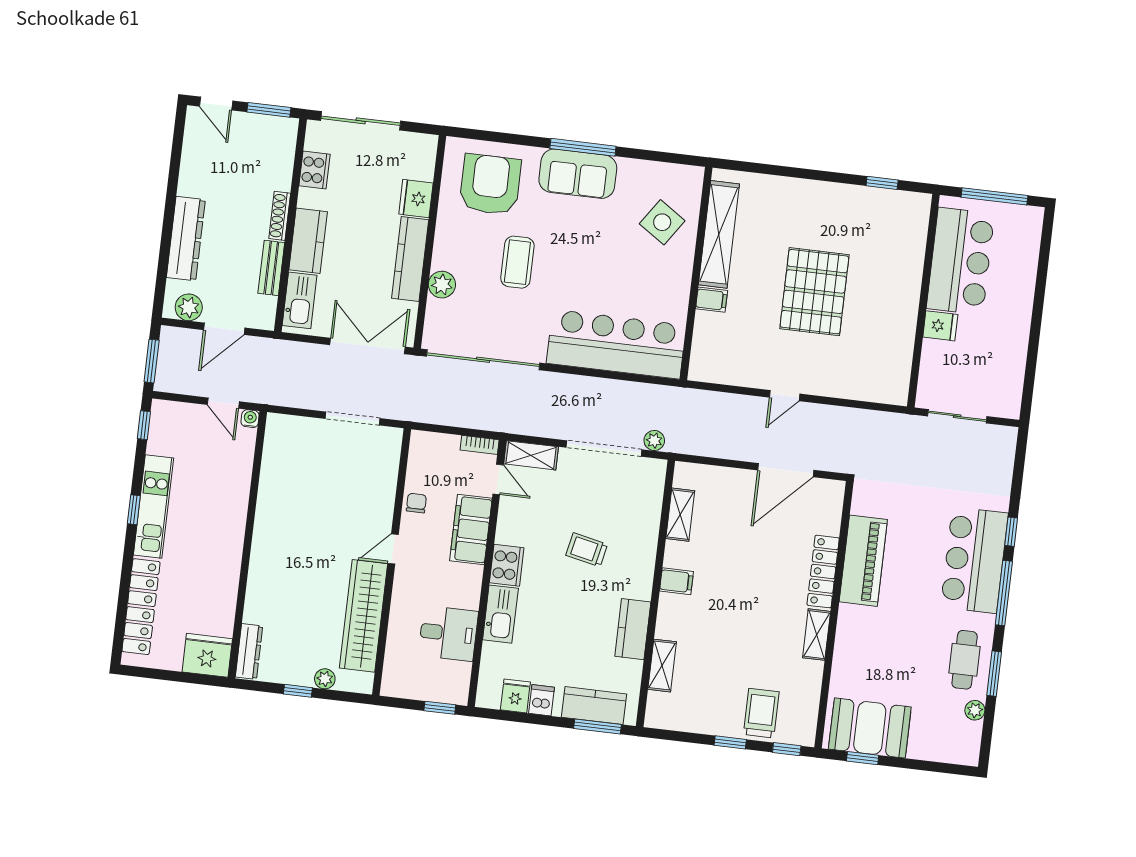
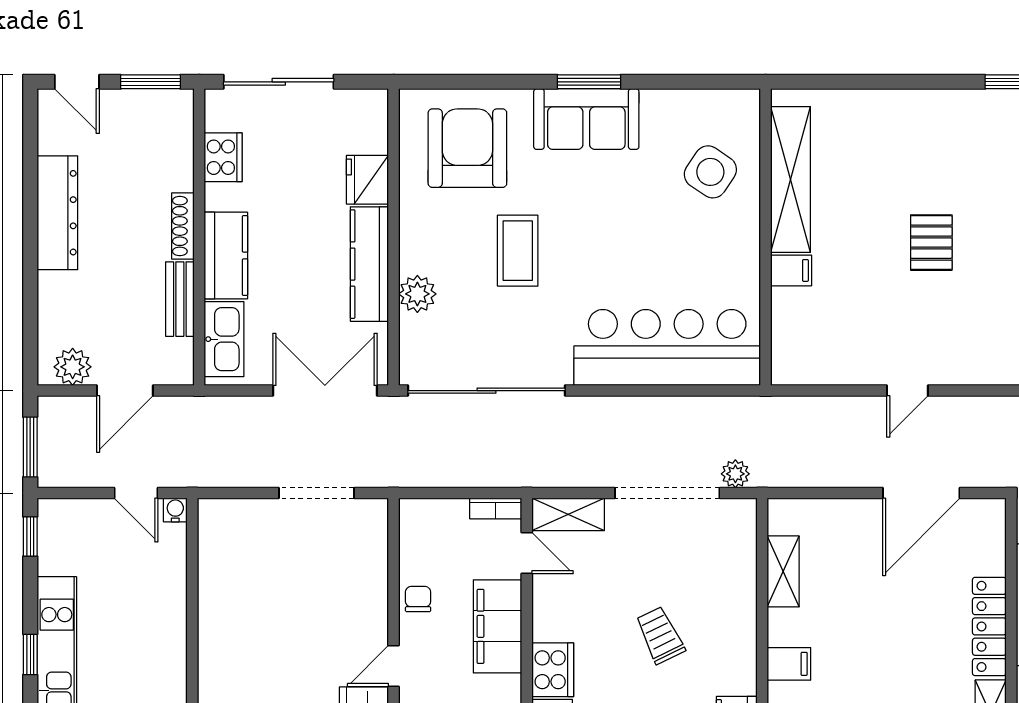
window: (583, 147) -> (589, 82), width x0.69
dresser: (186, 239) -> (57, 213), moved
pallet: (814, 292) -> (931, 243), width x0.49, depth x0.50
trolley: (587, 550) -> (660, 635), turned 52

